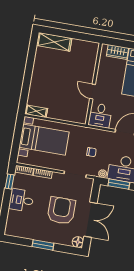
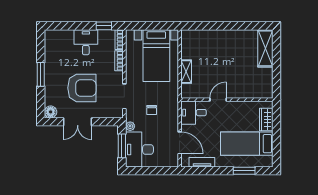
shelving: (36, 111) -> (186, 72), moved
double door: (91, 220) -> (78, 122), width x0.73

